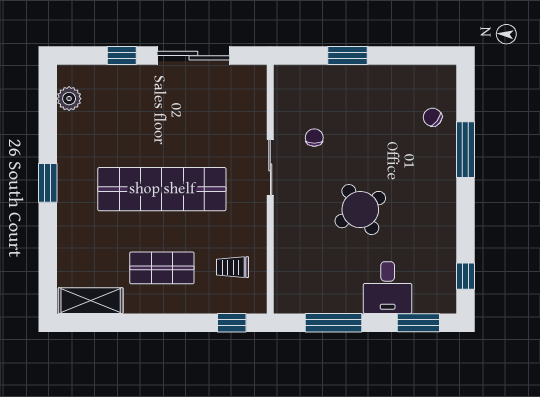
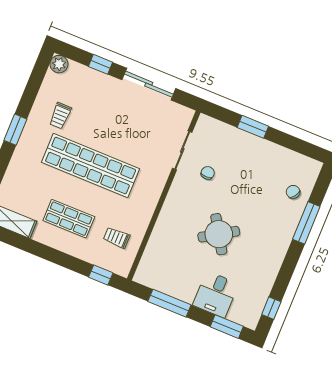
plant: (69, 99) -> (59, 64), moved
trolley: (97, 142) -> (60, 116), added
sliding door: (270, 167) -> (182, 150), moved

